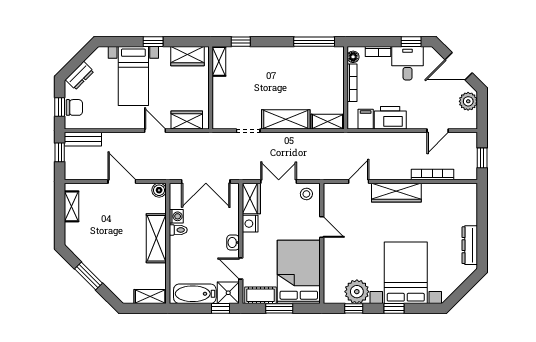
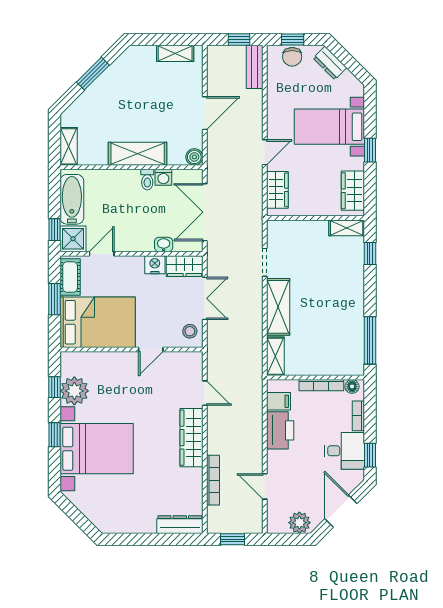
washbasin: (233, 243) -> (164, 244), moved
dresser: (470, 245) -> (180, 525), moved

